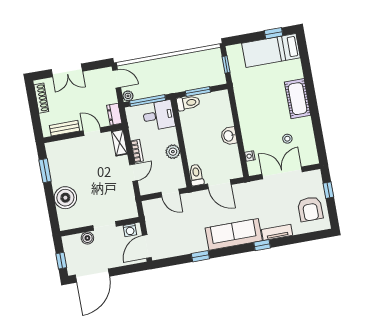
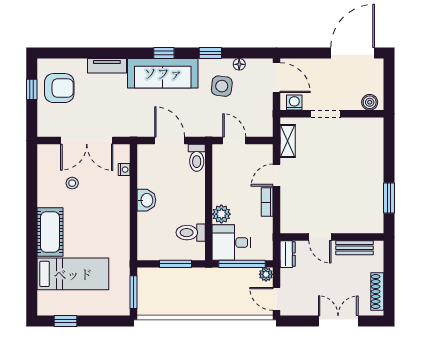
bed: (271, 50) -> (73, 274), moved
window: (226, 64) -> (134, 292), width x1.50
toilet: (188, 103) -> (191, 233), moved
shelving: (119, 143) -> (288, 141), moved
plant: (173, 152) -> (221, 214), moved
window: (328, 190) -> (32, 89), moved
boiler: (65, 198) -> (369, 159), removed
armchair: (310, 209) -> (59, 88), turned 90
side table: (187, 233) -> (222, 86), added
boiler: (87, 238) -> (370, 102), moved
window: (262, 245) -> (164, 53), moved
door: (147, 247) -> (276, 78), hinge flipped
floor lamp: (177, 252) -> (239, 64), added
window: (61, 261) -> (389, 79), removed

